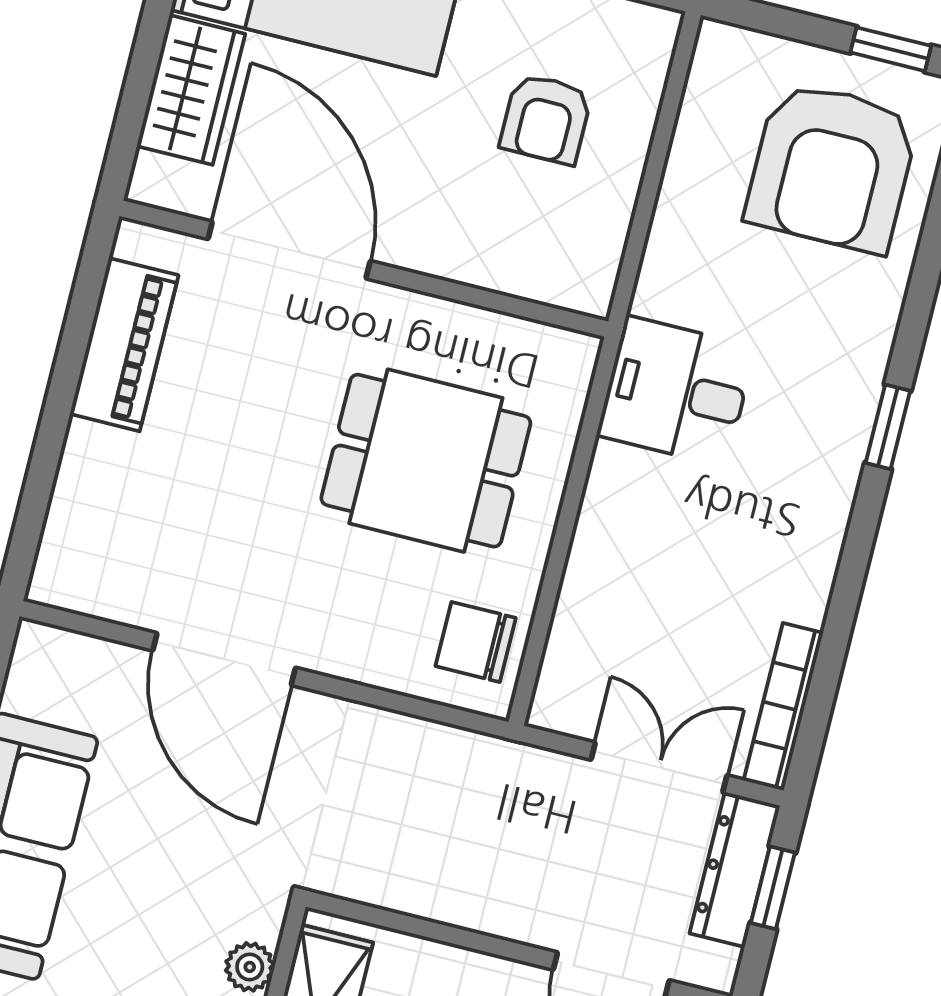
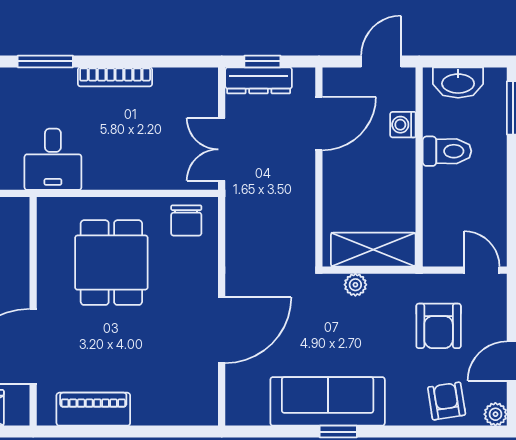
window: (888, 427) -> (45, 61), width x1.50
bookcase: (783, 707) -> (115, 77), moved
double door: (659, 768) -> (222, 149), moved

